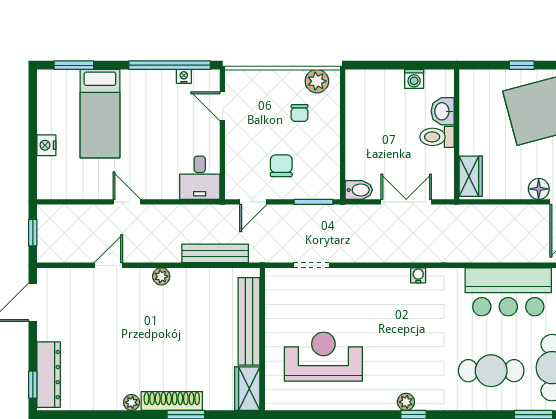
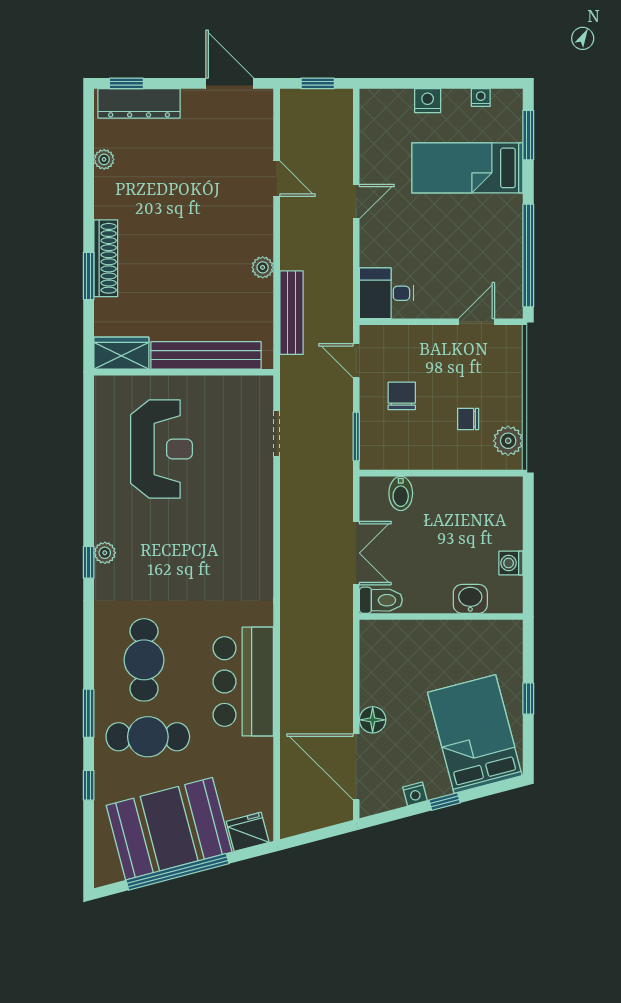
nightstand: (184, 76) -> (481, 98), moved, turned -90
toilet: (437, 137) -> (381, 600), moved, turned 90
chair: (281, 166) -> (402, 396), turned -90
wardrobe: (471, 176) -> (389, 634), removed
bidet: (359, 190) -> (401, 493), moved
water cooler: (418, 275) -> (264, 568), removed
plant: (161, 276) -> (263, 267), moved
plant: (132, 402) -> (104, 159), moved

